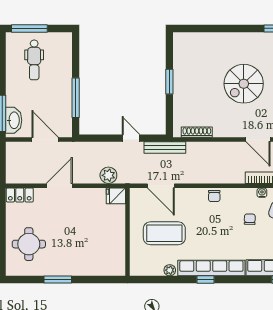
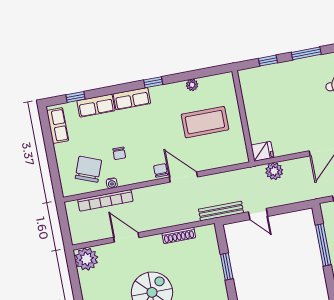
window: (169, 82) -> (227, 266), moved
shoe rack: (197, 132) -> (179, 235), moved
door: (161, 186) -> (183, 177), moved
row of seats: (211, 268) -> (132, 99), width x0.50
window: (95, 279) -> (268, 61), added

